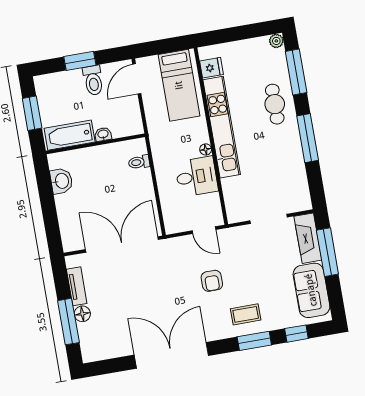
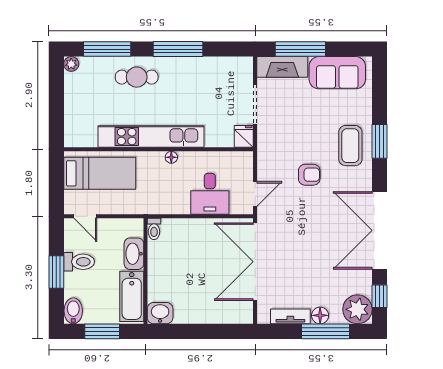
fridge: (211, 68) -> (244, 136), moved
door: (137, 79) -> (85, 216), width x0.73
bidet: (47, 83) -> (73, 311), added
washbasin: (103, 134) -> (134, 254), width x1.91, depth x1.45
toilet: (139, 162) -> (154, 229), moved
desk: (196, 177) -> (210, 194), moved, turned 180
washbasin: (61, 181) -> (160, 313), moved
door: (204, 230) -> (255, 194), moved
coffee table: (246, 314) -> (350, 146), width x1.36, depth x1.30
window: (296, 334) -> (379, 296), moved
plant: (94, 348) -> (357, 309), added

